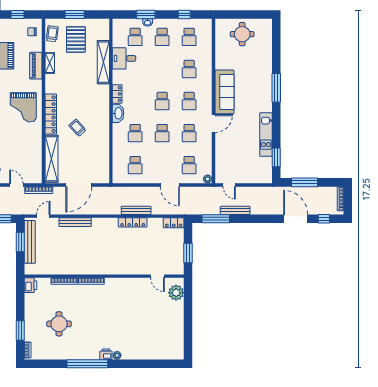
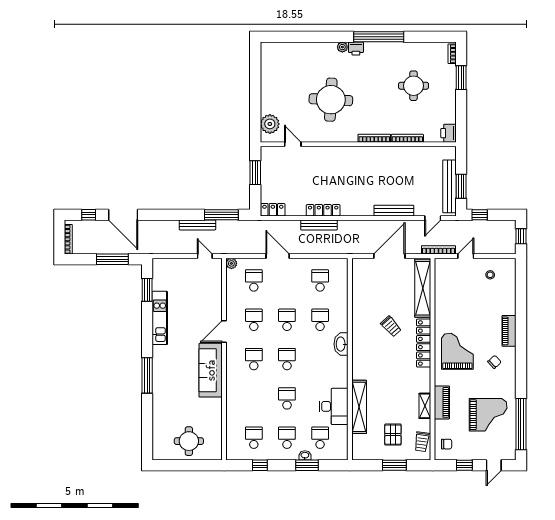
pallet: (76, 39) -> (393, 435), width x0.67, depth x0.71
desk: (124, 58) -> (334, 406), width x1.37
school desk: (189, 69) -> (287, 398), moved
locker: (117, 94) -> (342, 368), removed
door: (16, 185) -> (466, 256), swing flipped
round table: (126, 312) -> (331, 100), added

